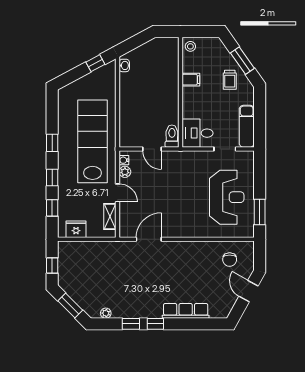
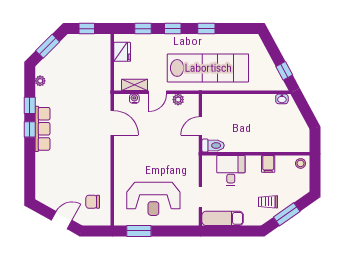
desk: (198, 133) -> (231, 170), moved
water cooler: (124, 160) -> (134, 99), moved
row of seats: (186, 311) -> (42, 129), moved

